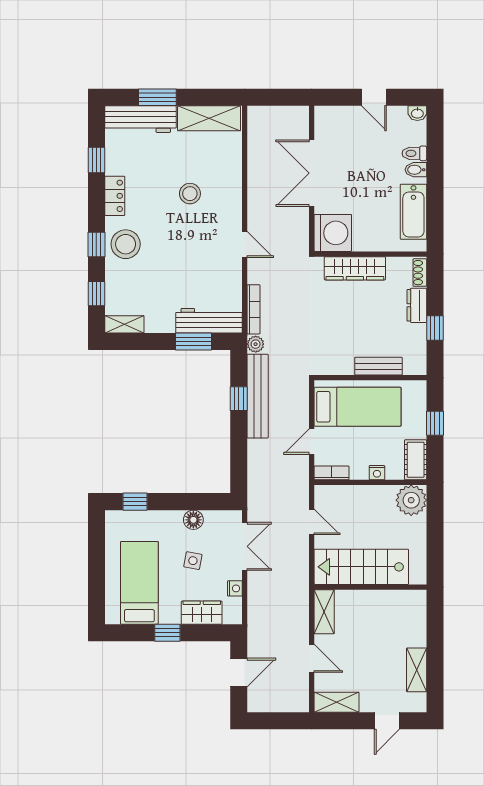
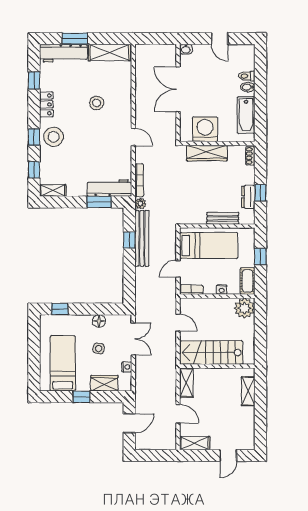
washbasin: (417, 113) -> (186, 49), moved
washing machine: (333, 233) -> (205, 129), moved, turned -90
dresser: (417, 305) -> (248, 197), moved
shelving: (417, 670) -> (248, 391), moved

